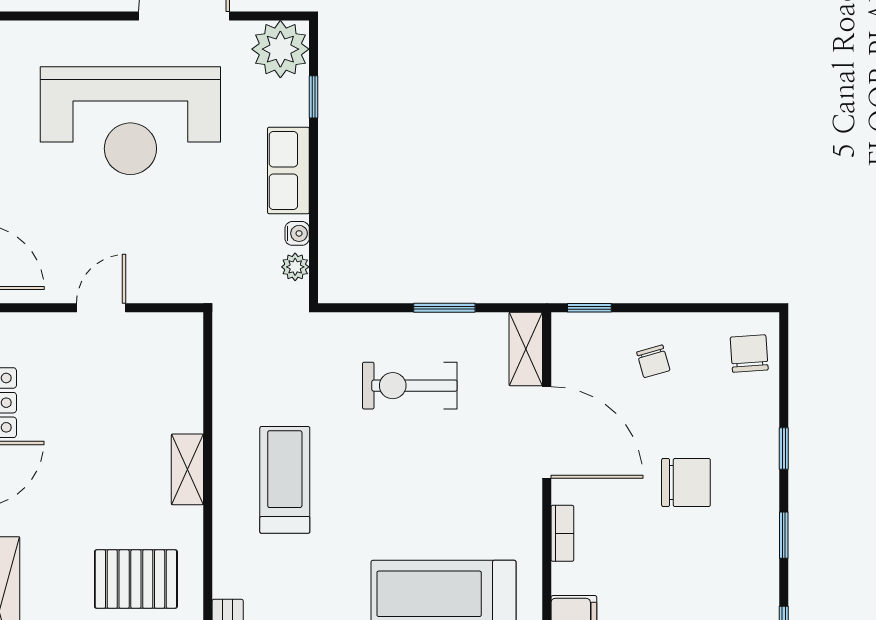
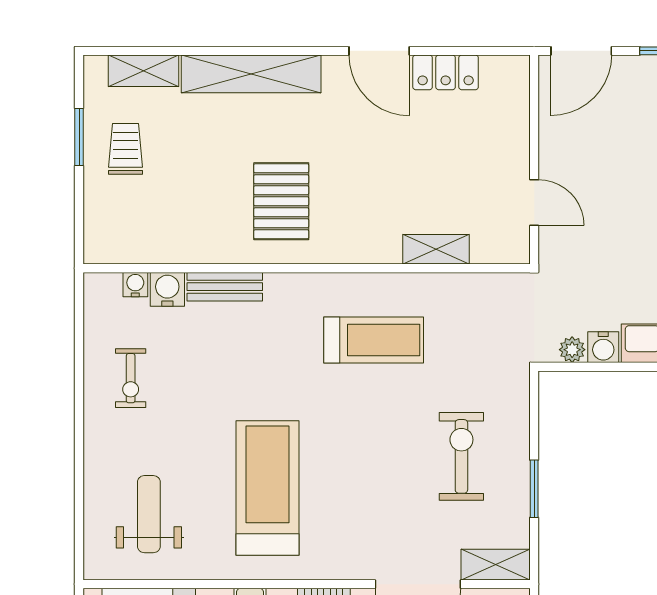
water cooler: (297, 233) -> (603, 347), width x1.38, depth x1.38
door: (101, 308) -> (534, 202), moved
shelving: (187, 469) -> (436, 249), moved

